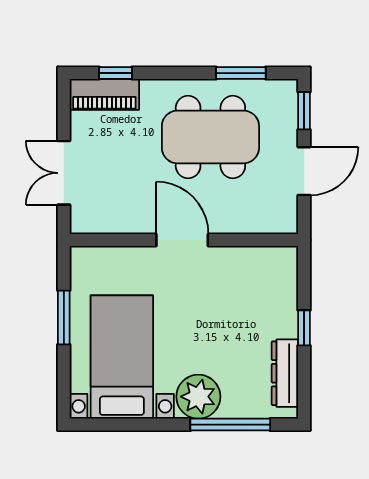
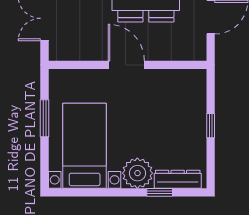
dresser: (285, 373) -> (178, 179), moved, turned 90
window: (230, 425) -> (160, 192), width x0.46

